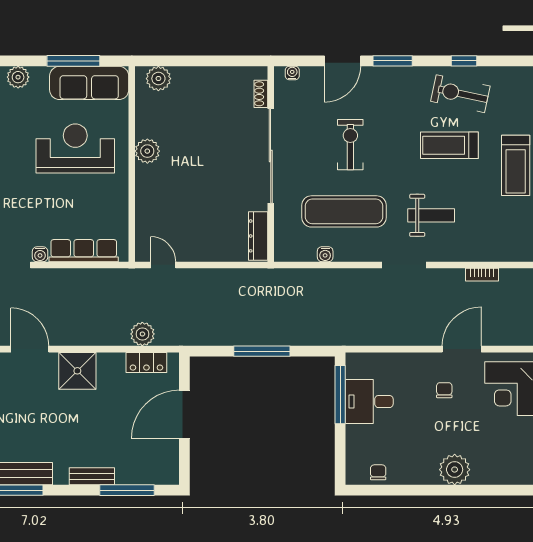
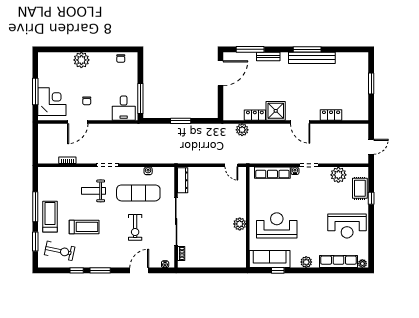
window: (73, 61) -> (278, 270), width x0.46
window: (393, 61) -> (100, 270), moved
plant: (158, 79) -> (234, 261), removed
exercise bike: (460, 94) -> (60, 251), moved
reception desk: (75, 148) -> (277, 225), turned 180
window: (262, 351) -> (181, 121), width x0.69
locker: (146, 362) -> (255, 115), moved
desk: (369, 402) -> (124, 108), moved, turned 90
door: (184, 414) -> (221, 73), moved

